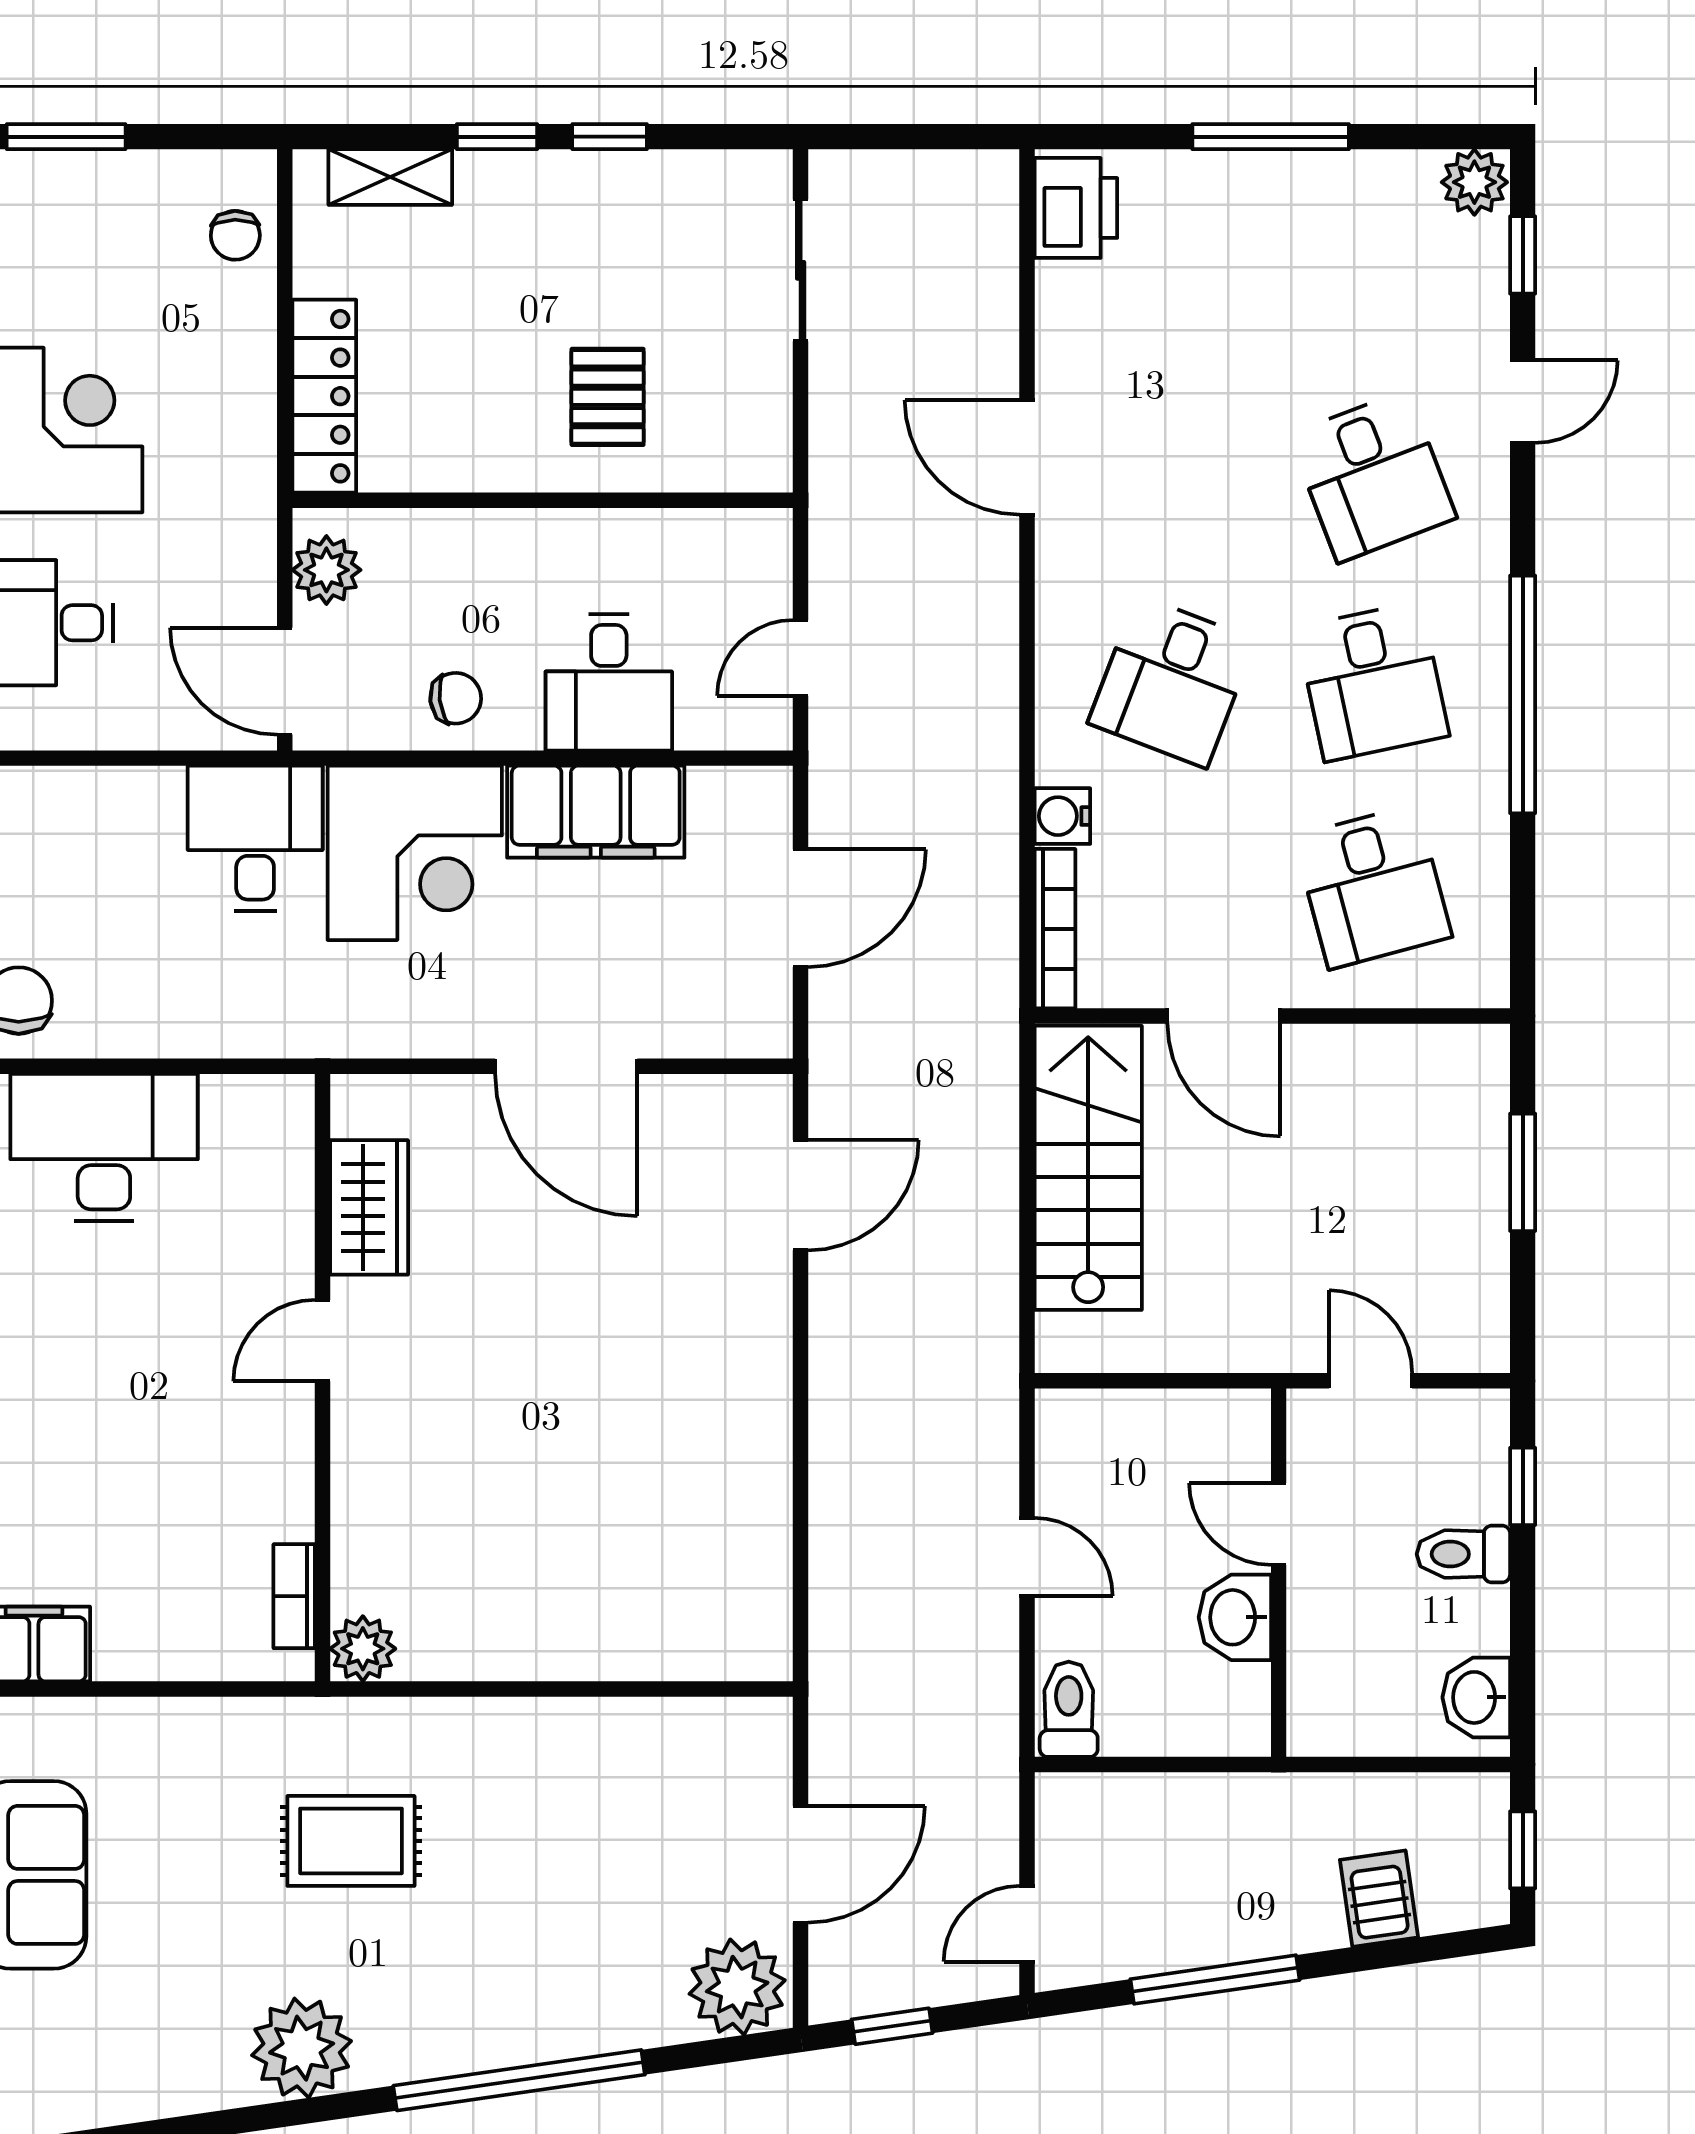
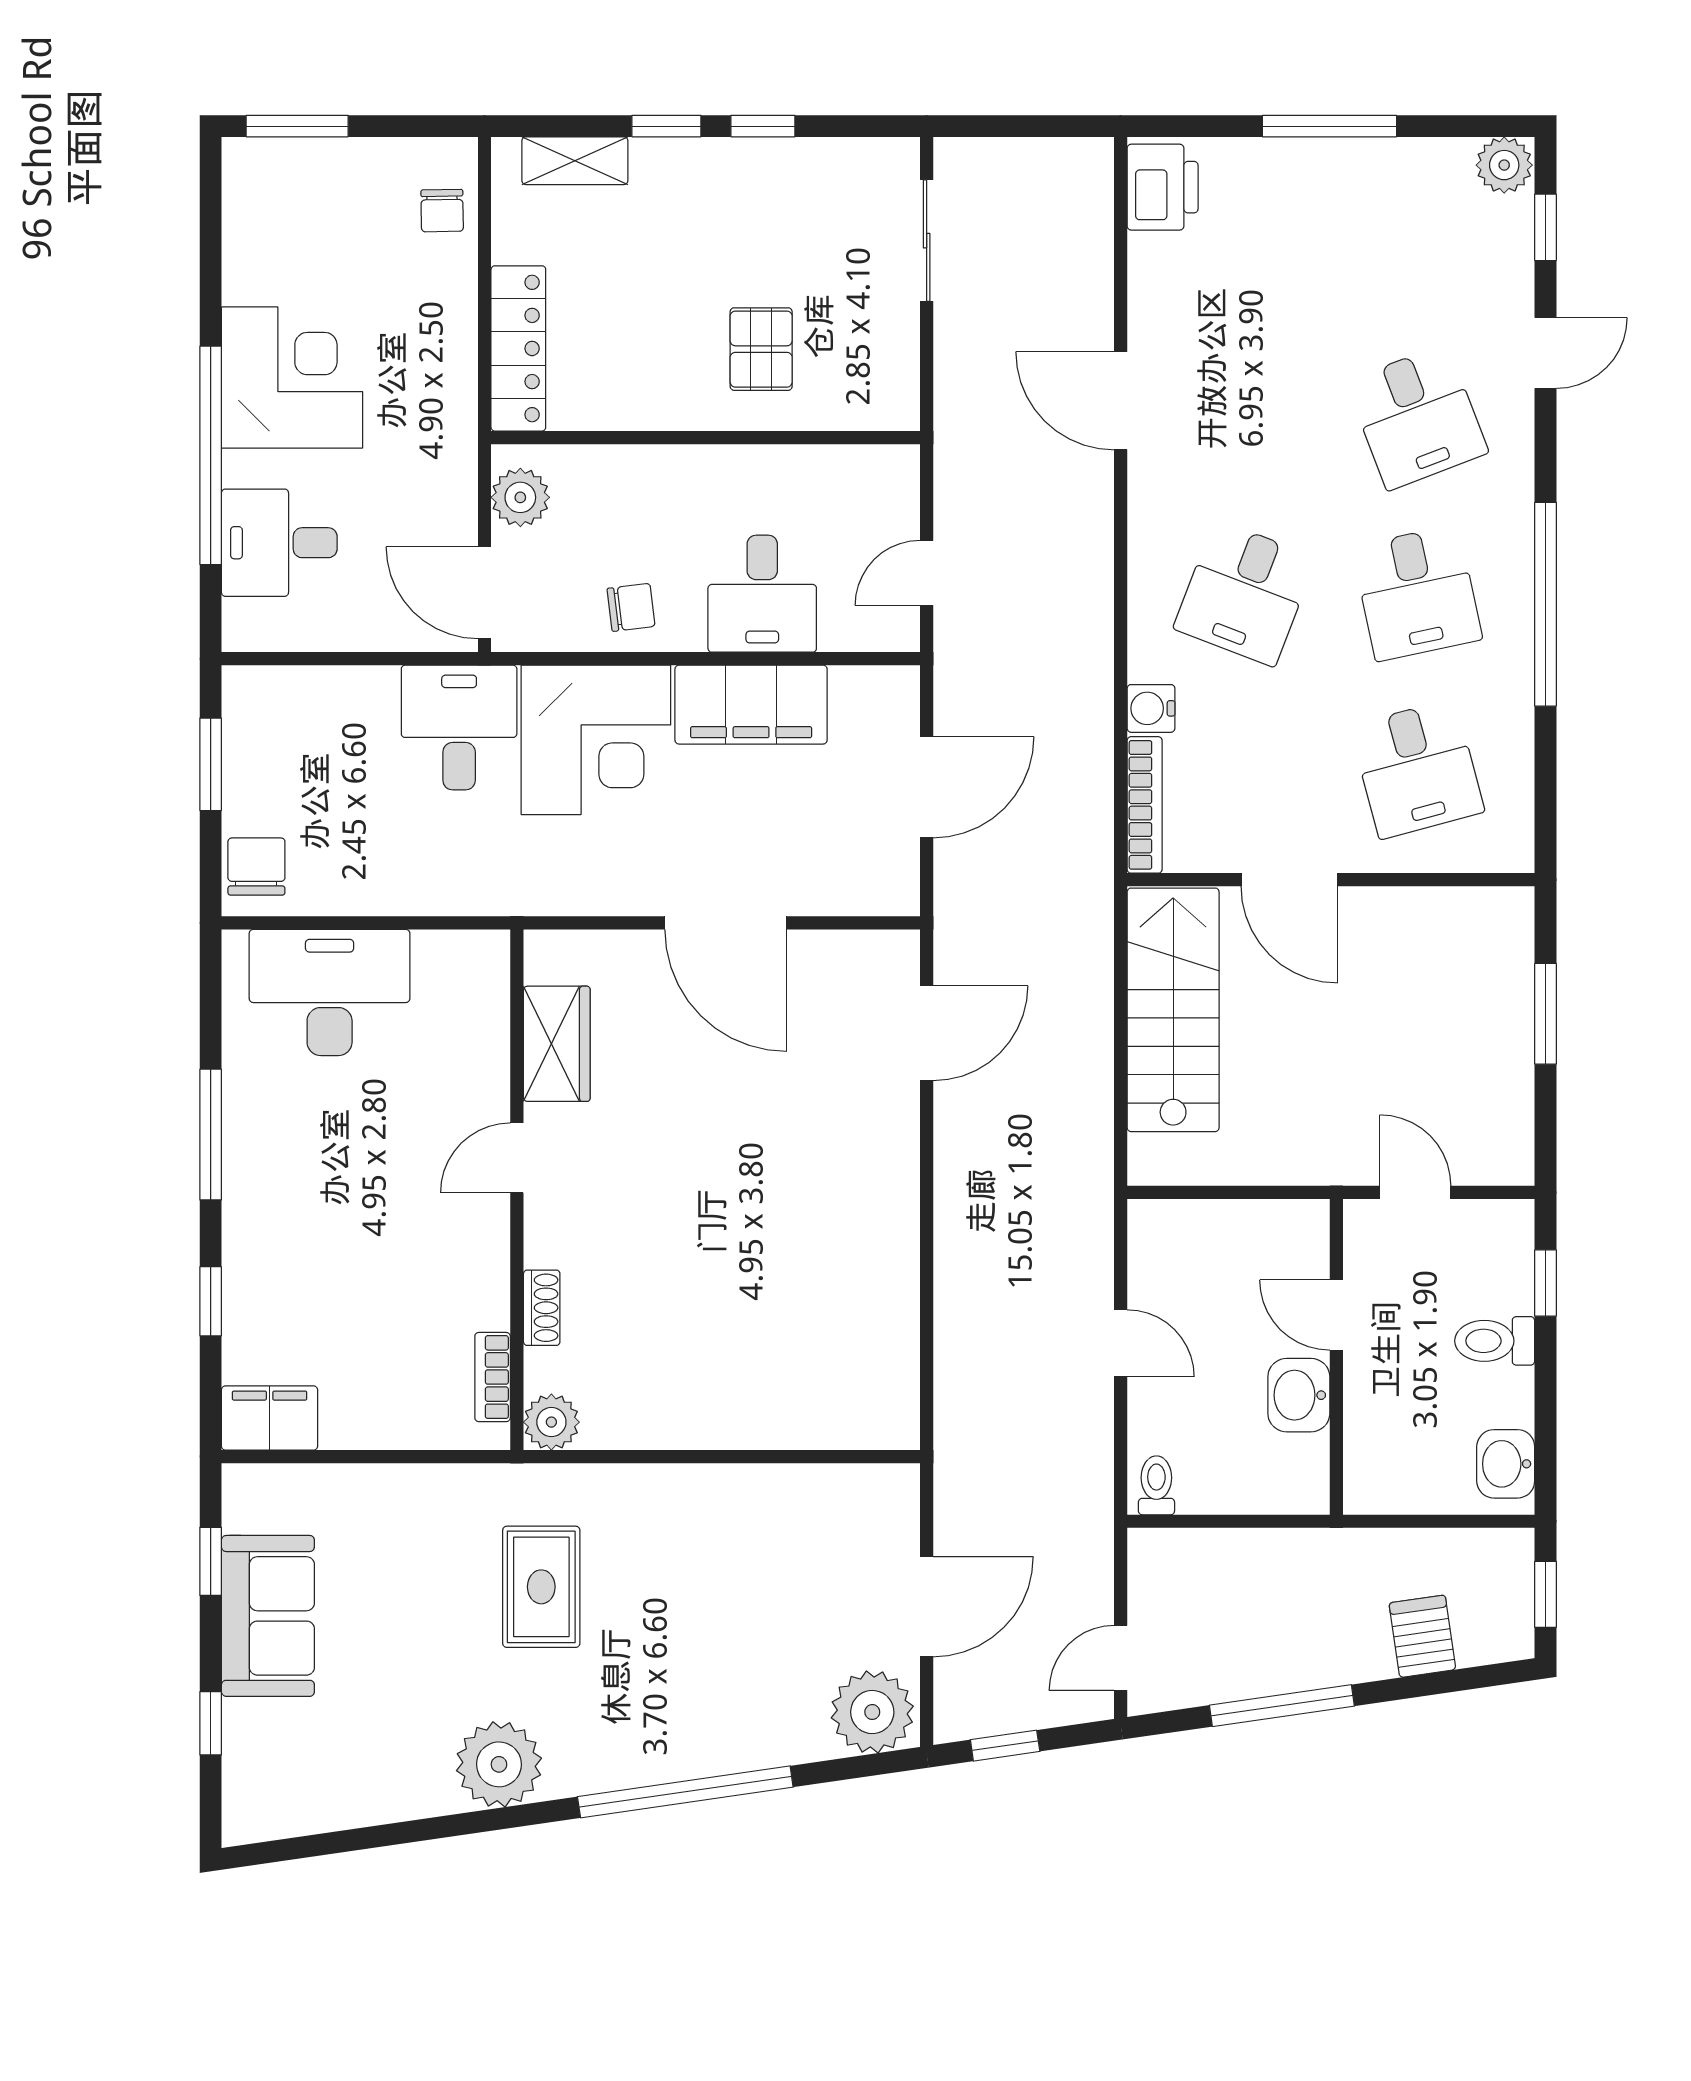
shoe rack: (351, 1515) -> (542, 1308), added
toilet: (1069, 1709) -> (1156, 1485), width x0.73, depth x0.72
rug: (351, 1841) -> (541, 1587), turned 90

